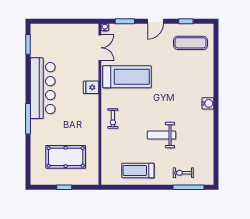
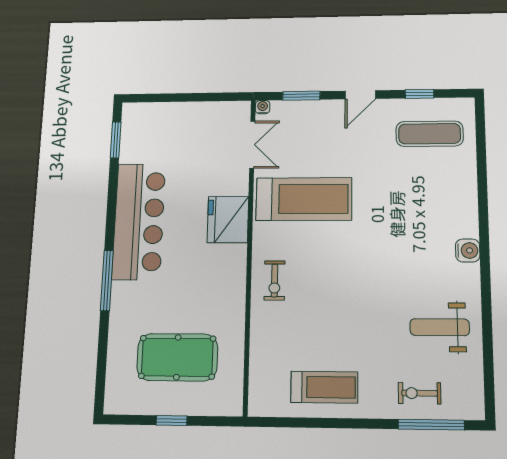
fridge: (91, 87) -> (228, 219), width x1.88, depth x1.34
weight bench: (162, 135) -> (440, 327), moved
treadmill: (138, 170) -> (324, 387), turned 180

